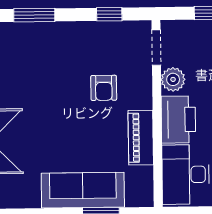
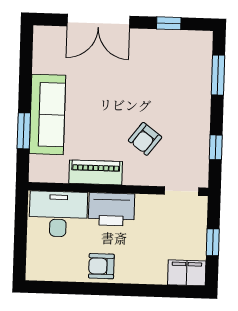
plant: (173, 79) -> (150, 206), removed
armchair: (104, 88) -> (145, 139), turned -53

